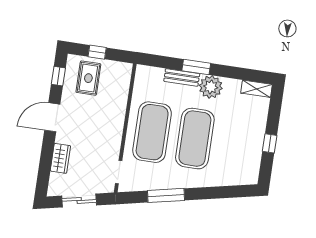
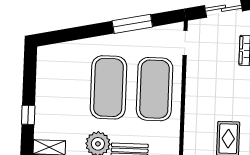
window: (270, 143) -> (28, 115), moved

